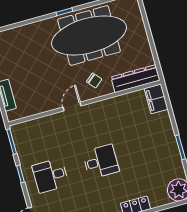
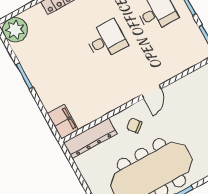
desk: (101, 162) -> (106, 40), turned 180

